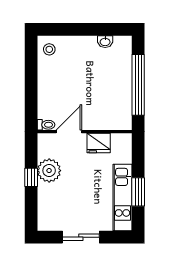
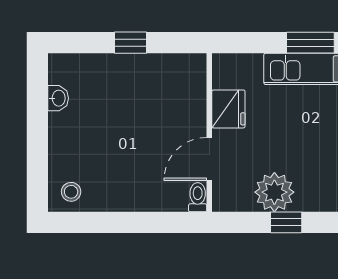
window: (138, 85) -> (131, 43), width x0.32
door: (69, 132) -> (209, 159), hinge flipped

